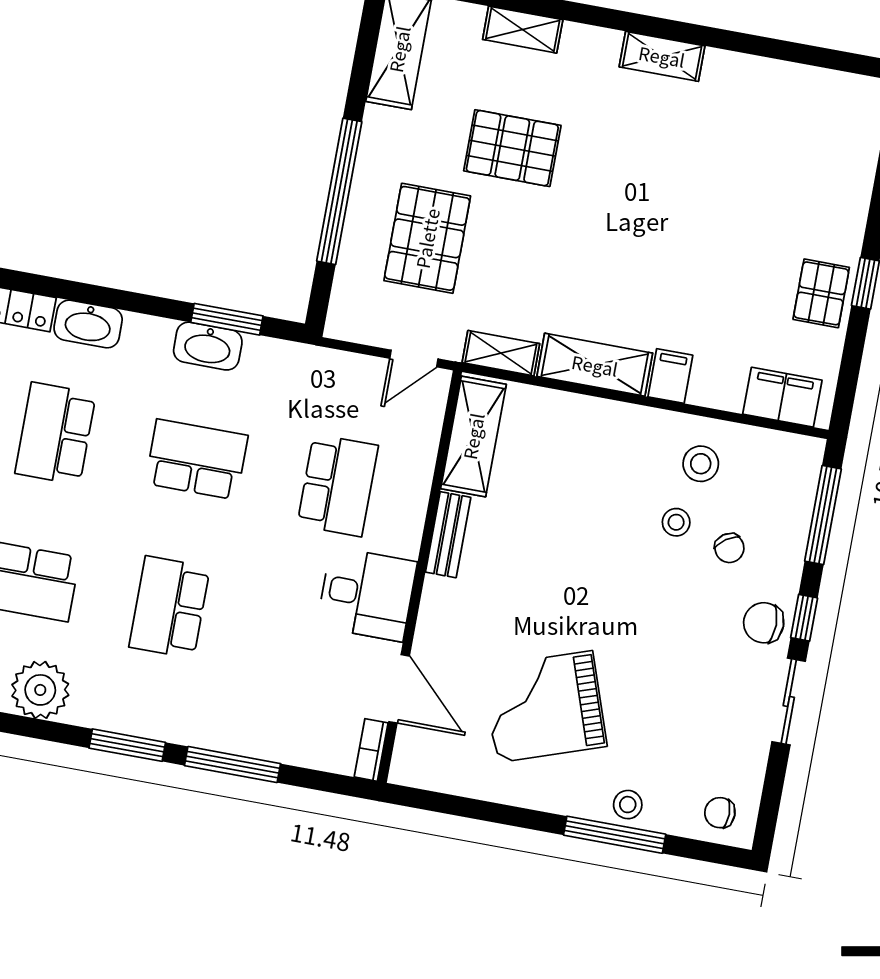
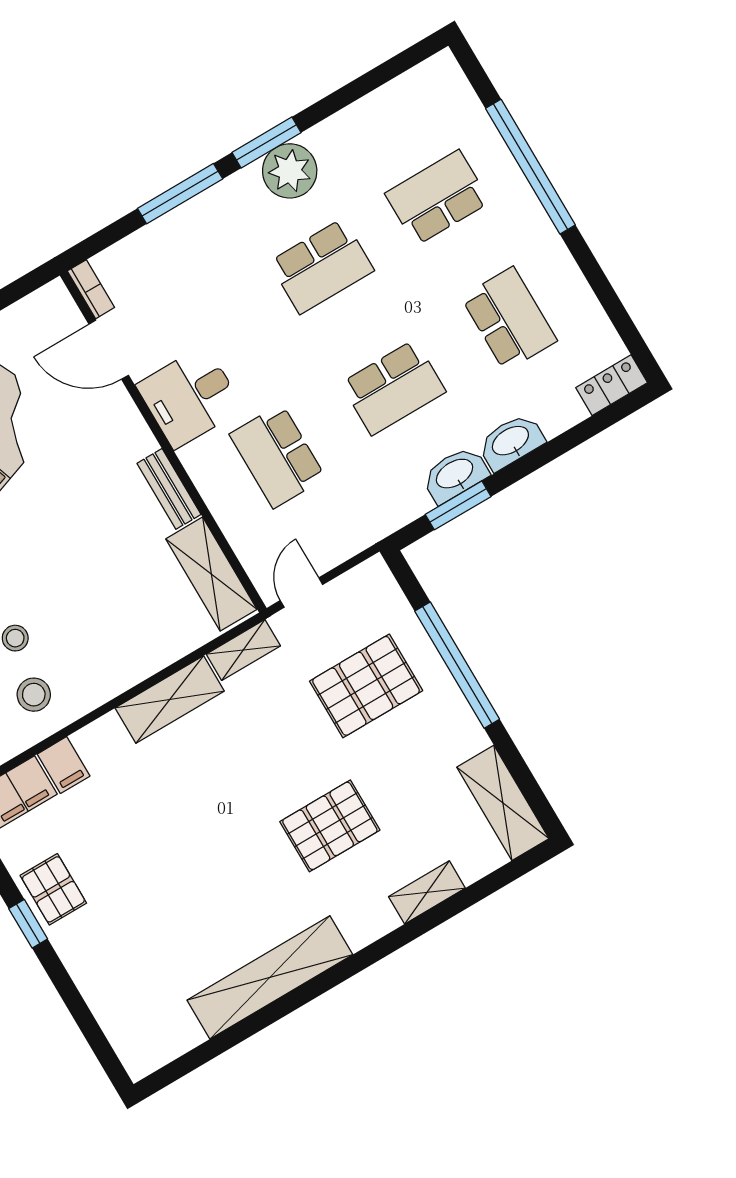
shelving: (662, 56) -> (270, 977), width x2.20, depth x1.33
pallet: (512, 148) -> (330, 826), moved
pallet: (427, 238) -> (366, 686), turned 90
washbasin: (88, 324) -> (511, 442), moved
filing cabinet: (670, 376) -> (64, 765), moved
school desk: (169, 607) -> (322, 266), turned 90
plant: (40, 690) -> (290, 171), moved

